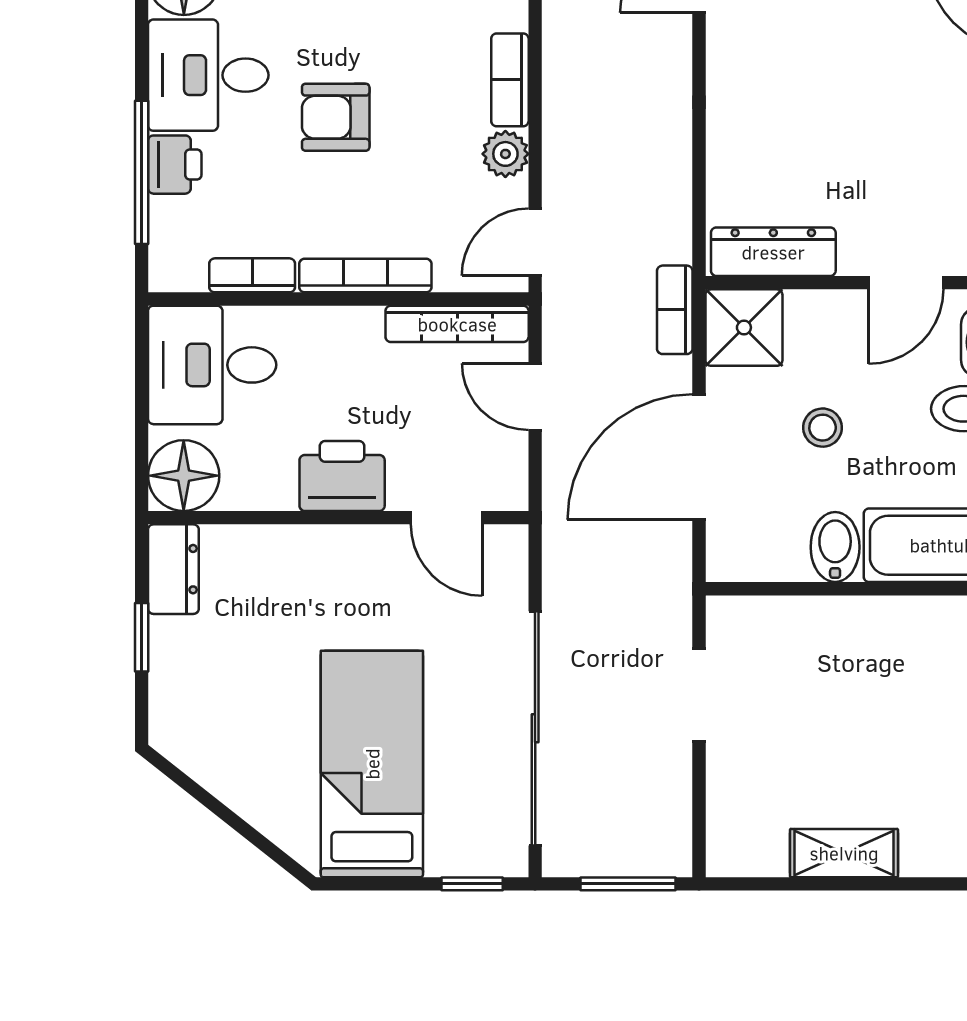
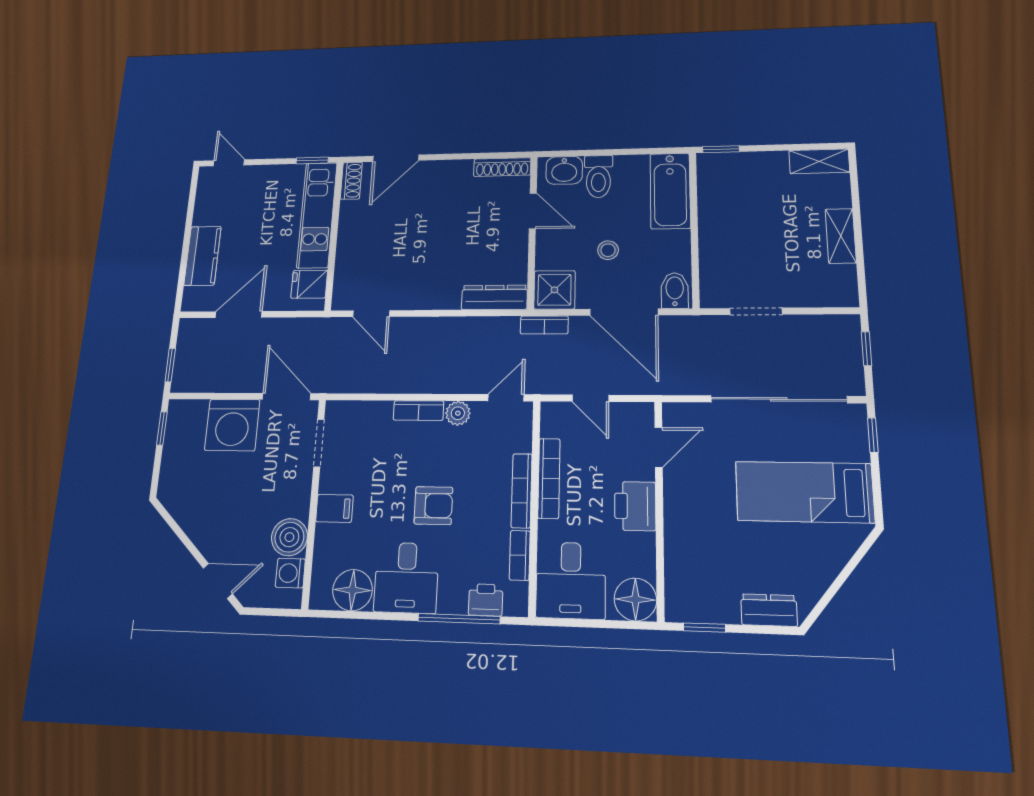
armchair: (336, 117) -> (433, 506), turned -90
printer: (175, 165) -> (486, 600), moved
door: (535, 242) -> (506, 398), swing flipped
dresser: (773, 252) -> (494, 297), moved, turned 90
bookcase: (457, 324) -> (549, 478), moved
door: (535, 397) -> (591, 398), hinge flipped
bidet: (835, 547) -> (675, 290), moved, turned 90
dresser: (173, 569) -> (769, 610), moved
window: (142, 637) -> (704, 628), moved
window: (628, 884) -> (866, 349), width x0.67

